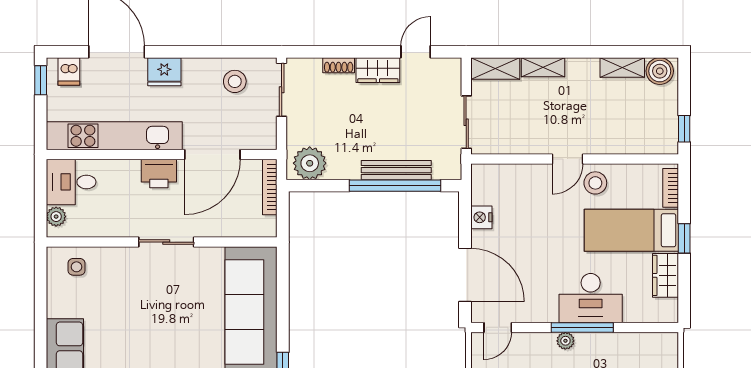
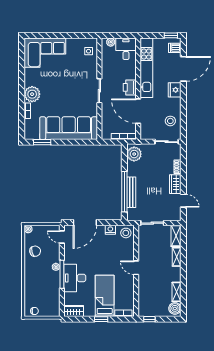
stool: (595, 183) -> (126, 233), moved
wardrobe: (666, 275) -> (74, 311), moved

